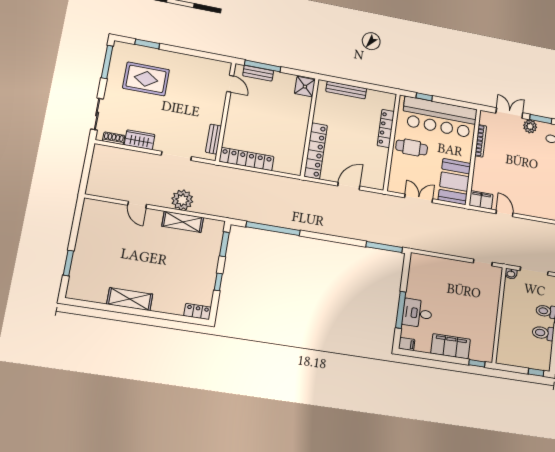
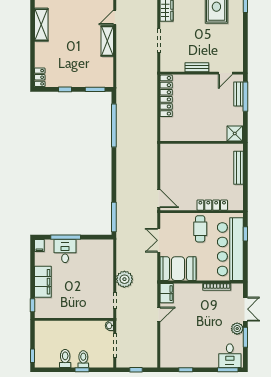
bench: (213, 139) -> (197, 67), moved
locker: (316, 151) -> (183, 150), removed
door: (349, 186) -> (159, 198), moved
double door: (419, 198) -> (159, 240), swing flipped
plant: (182, 200) -> (124, 279), moved
shelving: (183, 222) -> (107, 41), moved

